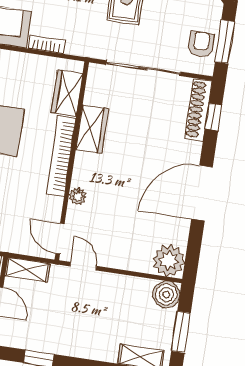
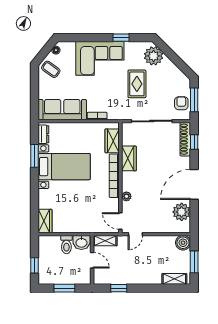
plant: (169, 261) -> (182, 212), moved
door: (83, 266) -> (135, 234), swing flipped

